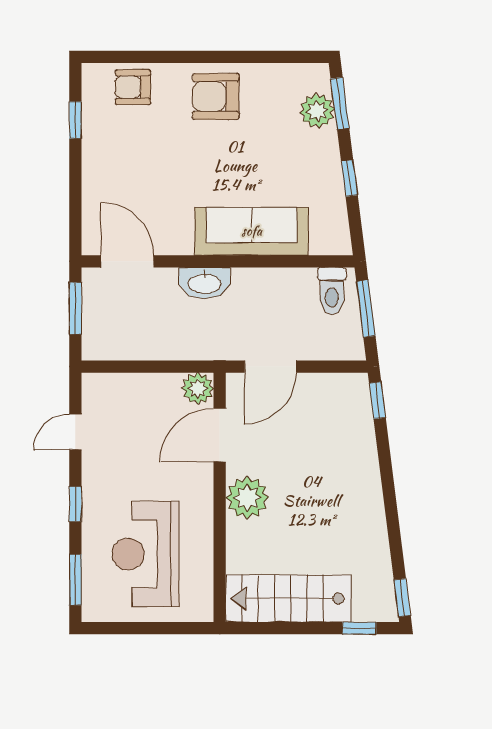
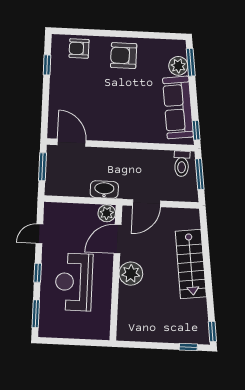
window: (349, 178) -> (196, 130), moved
sofa: (252, 231) -> (178, 107), moved, turned -97
washbasin: (205, 283) -> (104, 189), moved, turned 180
window: (377, 400) -> (204, 224), removed
reception desk: (145, 554) -> (74, 282), moved
stairs: (288, 599) -> (191, 264), moved, turned -97

